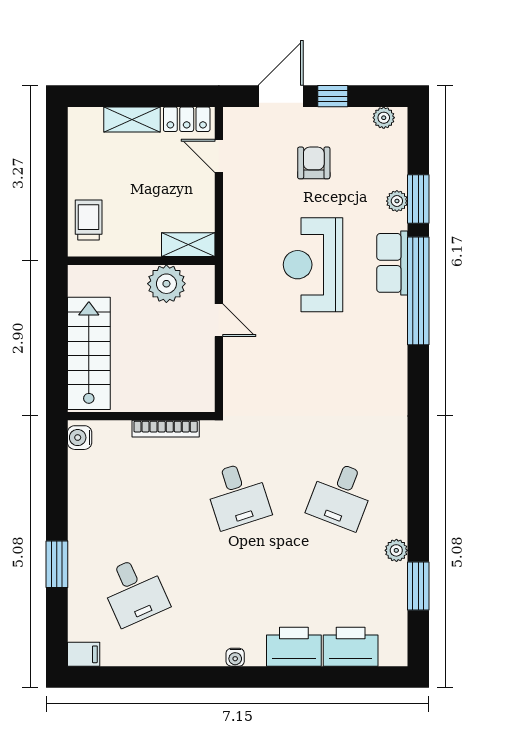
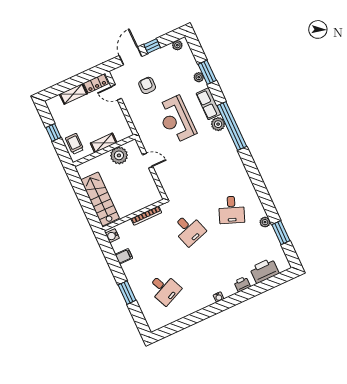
armchair: (314, 163) -> (147, 85), moved
window: (57, 178) -> (53, 132), added
shelving: (188, 245) -> (104, 143), moved
window: (418, 291) -> (232, 126), moved
plant: (393, 312) -> (218, 124), added
printer: (294, 647) -> (242, 284), width x0.53, depth x0.68
filing cabinet: (84, 654) -> (124, 256), moved

